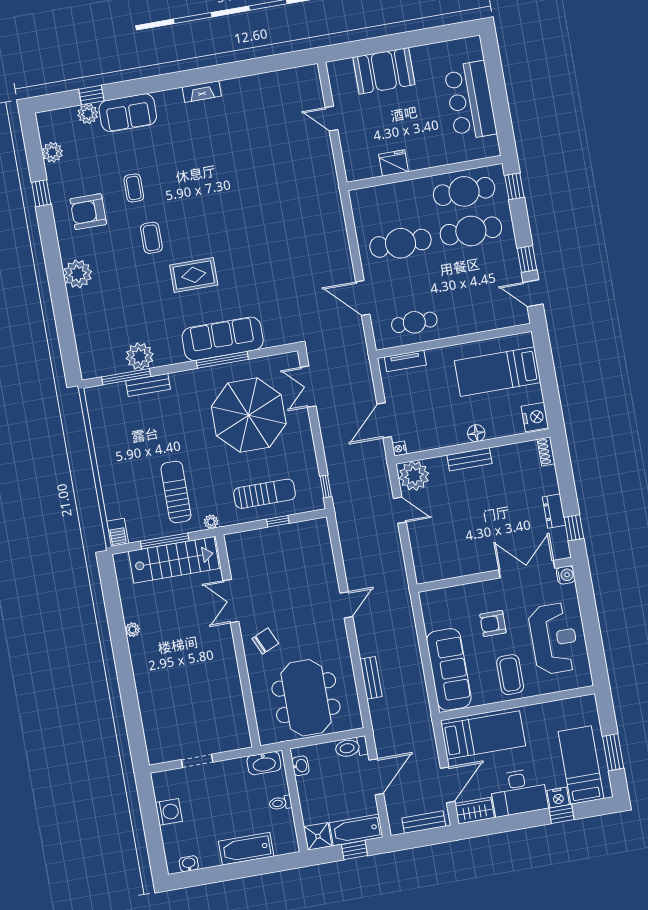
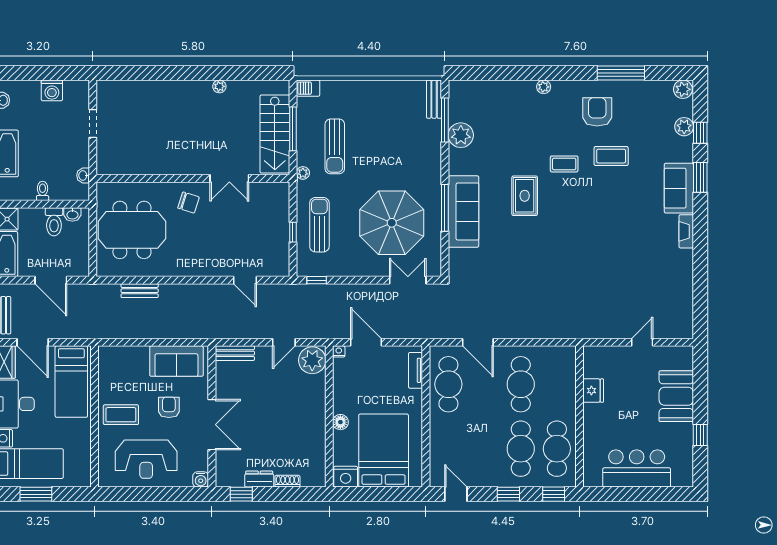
window: (422, 37) -> (700, 435), added
window: (140, 86) -> (700, 177), added
sofa: (128, 113) -> (679, 188), moved
plant: (52, 152) -> (683, 89), moved
coffee table: (134, 188) -> (611, 156), width x1.36, depth x1.30
window: (41, 193) -> (621, 73), width x2.17
window: (527, 259) -> (508, 494), moved
plant: (78, 274) -> (544, 87), width x0.53, depth x0.53
door: (533, 293) -> (456, 494), hinge flipped
door: (363, 298) -> (478, 342), swing flipped
cafe table: (414, 322) -> (448, 384), width x1.37, depth x1.35
bed: (498, 372) -> (384, 451), width x1.50
bench: (148, 385) -> (434, 99), moved
shoe rack: (546, 451) -> (287, 481), moved
bench: (469, 459) -> (235, 353), moved, turned 90
sun lounger: (176, 492) -> (335, 146), turned 90
sun lounger: (265, 494) -> (319, 225), turned 180
double door: (527, 569) -> (212, 425), moved
double door: (231, 601) -> (229, 178), swing flipped
door: (346, 605) -> (245, 280), moved
chair: (265, 641) -> (189, 203), turned -48
sofa: (449, 669) -> (176, 361), moved, width x0.73
toilet: (351, 747) -> (54, 222), moved, turned 180
washbasin: (264, 763) -> (83, 175), width x0.52, depth x0.69

